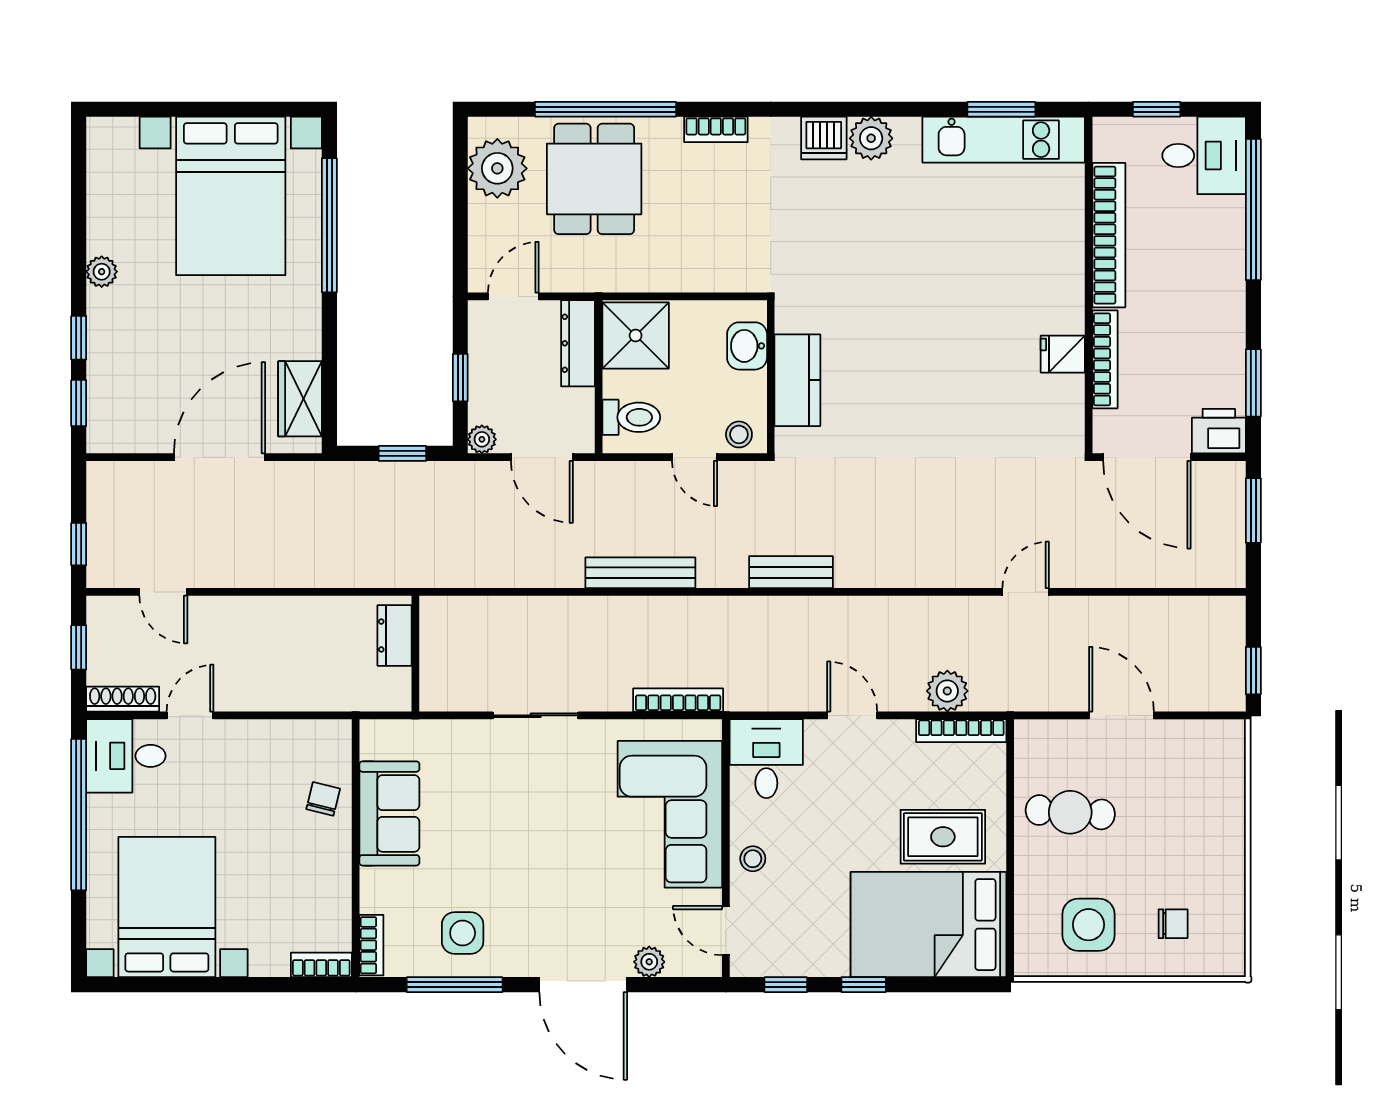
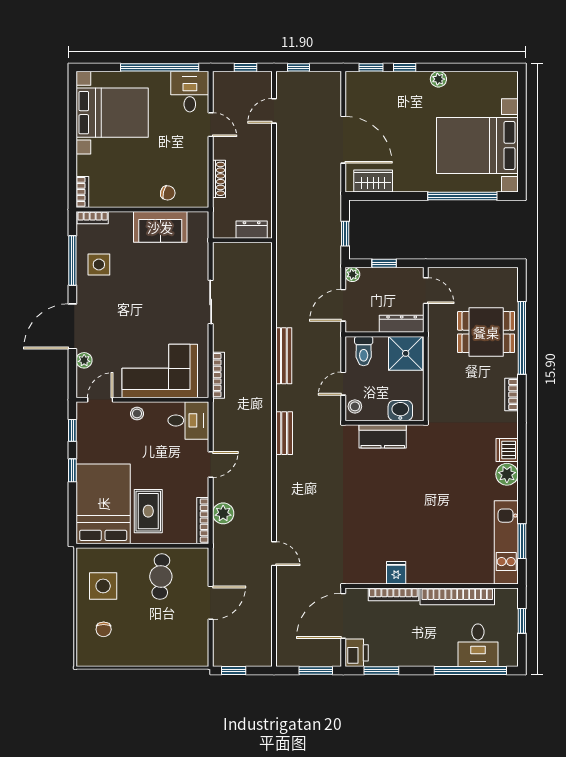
desk: (1204, 155) -> (478, 645), moved
plant: (497, 168) -> (492, 282), removed
shoe rack: (123, 699) -> (219, 179), moved

